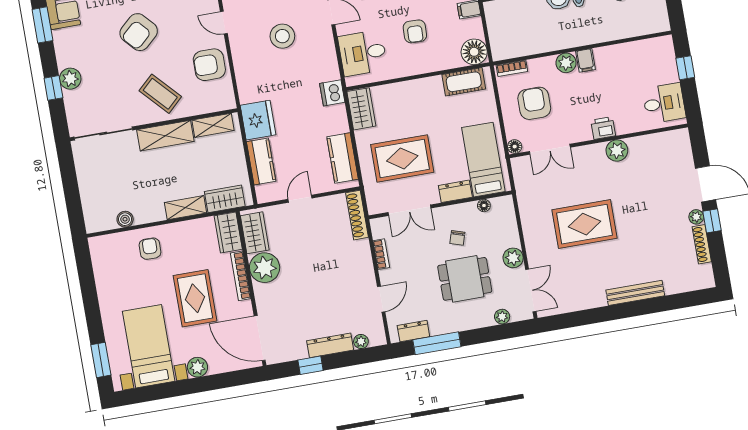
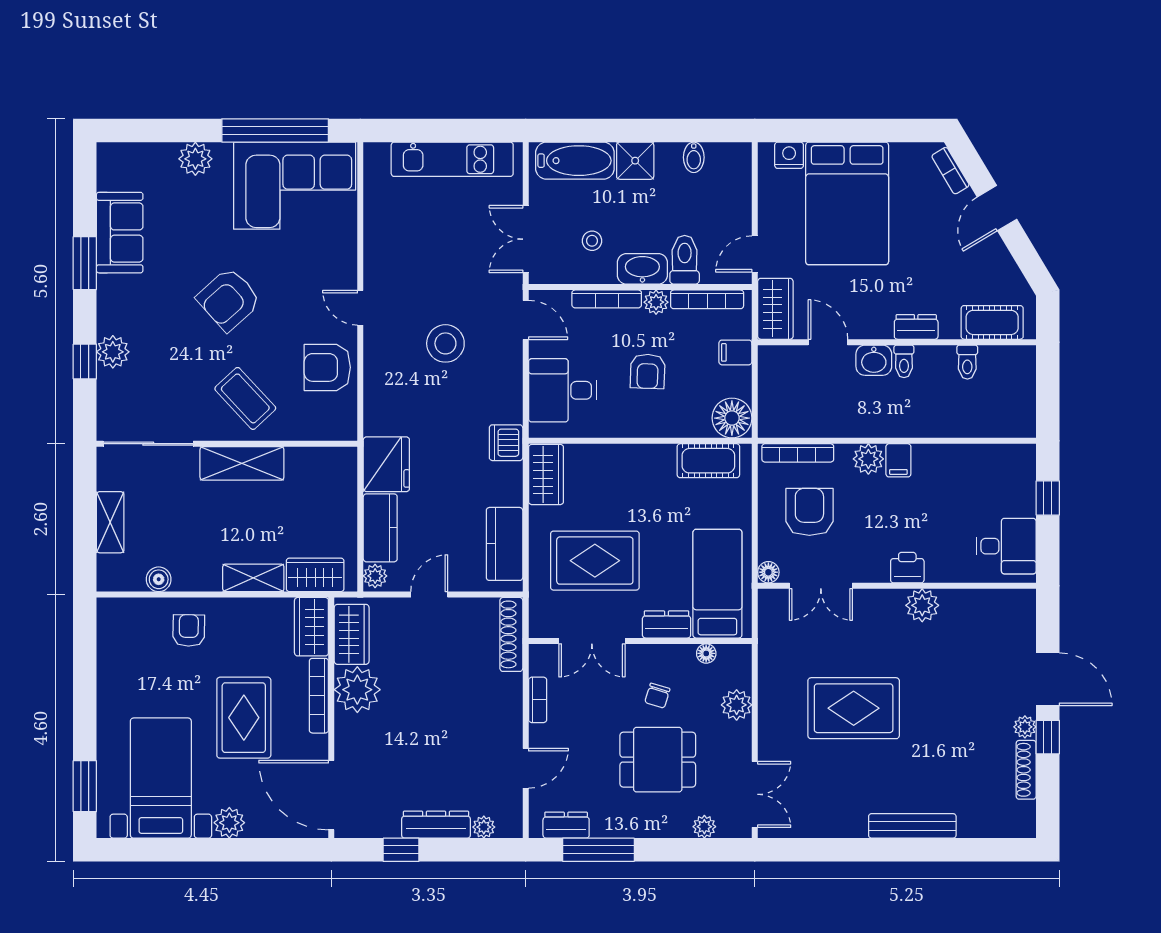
bookcase: (512, 68) -> (798, 453), width x1.56
shelving: (213, 125) -> (110, 522), moved, turned 90
plant: (263, 193) -> (375, 576), added
plant: (513, 258) -> (737, 705), moved

